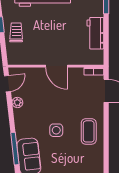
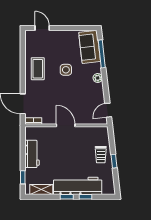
plant: (17, 102) -> (98, 78), moved

